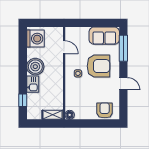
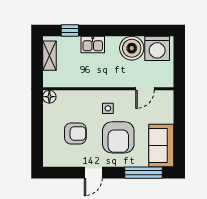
boiler: (35, 67) -> (132, 48), moved
armchair: (105, 110) -> (75, 133), moved
shelving: (53, 115) -> (49, 56), moved

